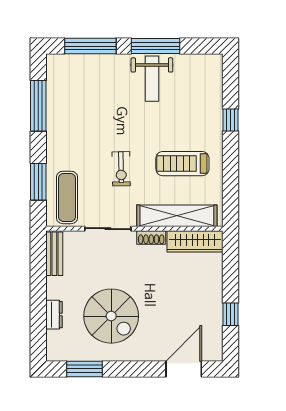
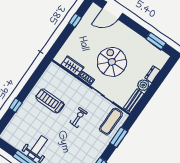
treadmill: (182, 164) -> (50, 101), turned 180
shelving: (177, 216) -> (68, 80), removed
wardrobe: (195, 241) -> (72, 66), width x0.67
plant: (57, 288) -> (143, 85), added
spiral stairs: (111, 316) -> (112, 62), moved

